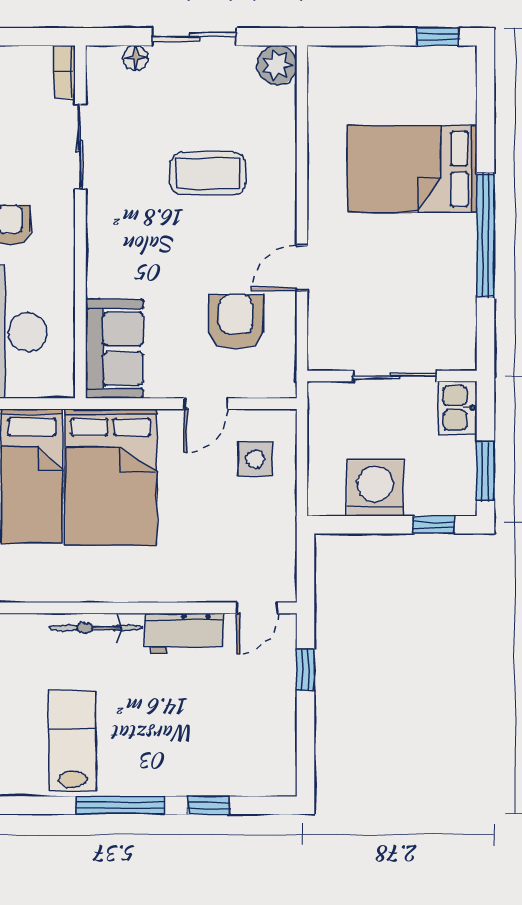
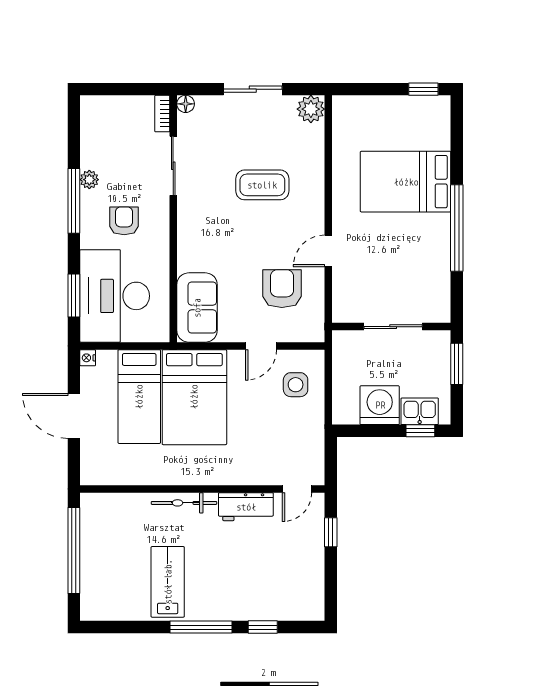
floor lamp: (135, 58) -> (186, 104), moved
kitchen sink: (458, 408) -> (420, 411), moved, turned 90
window: (485, 471) -> (457, 364), moved

